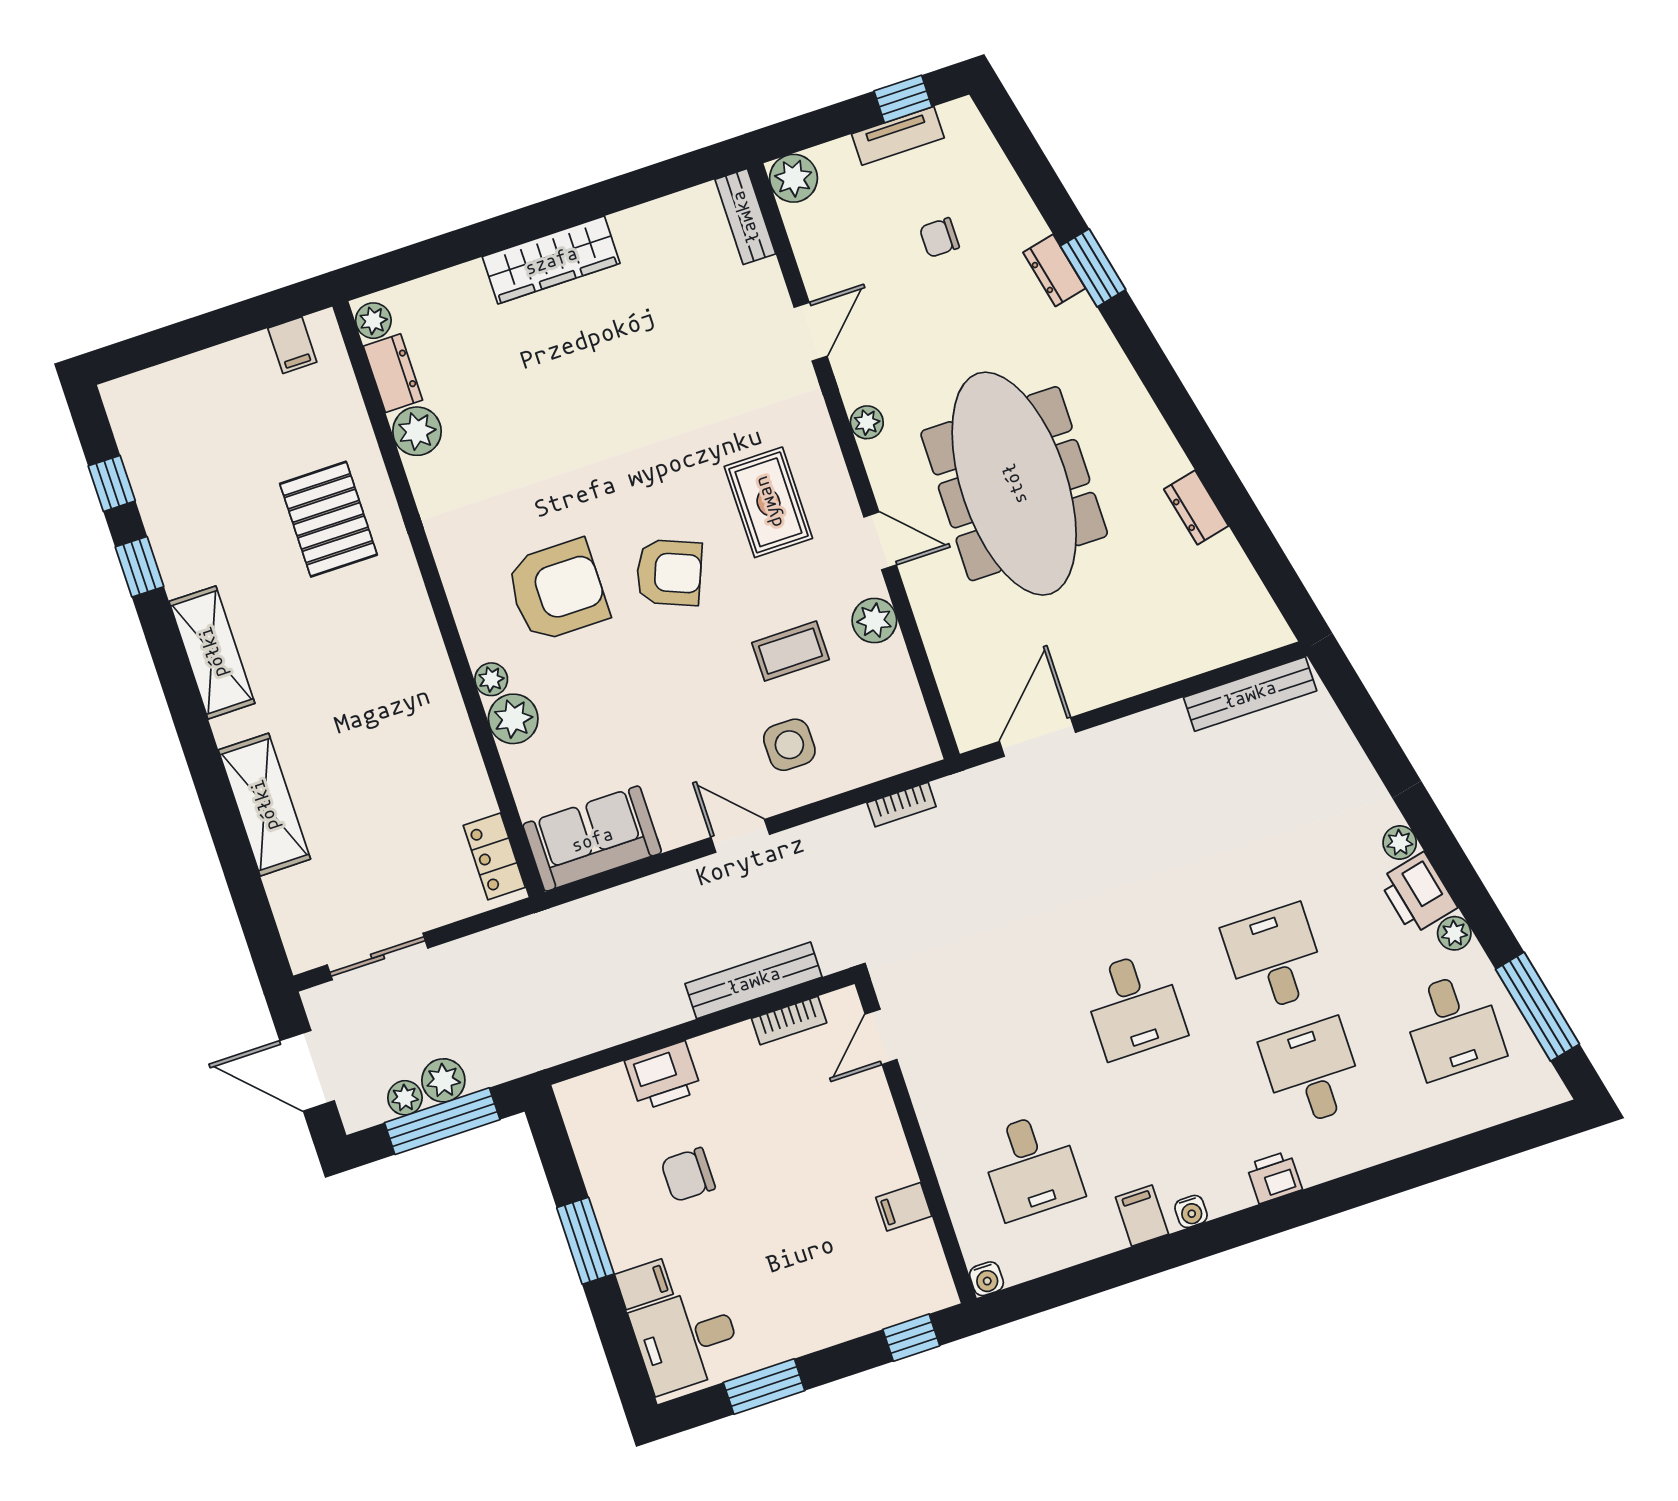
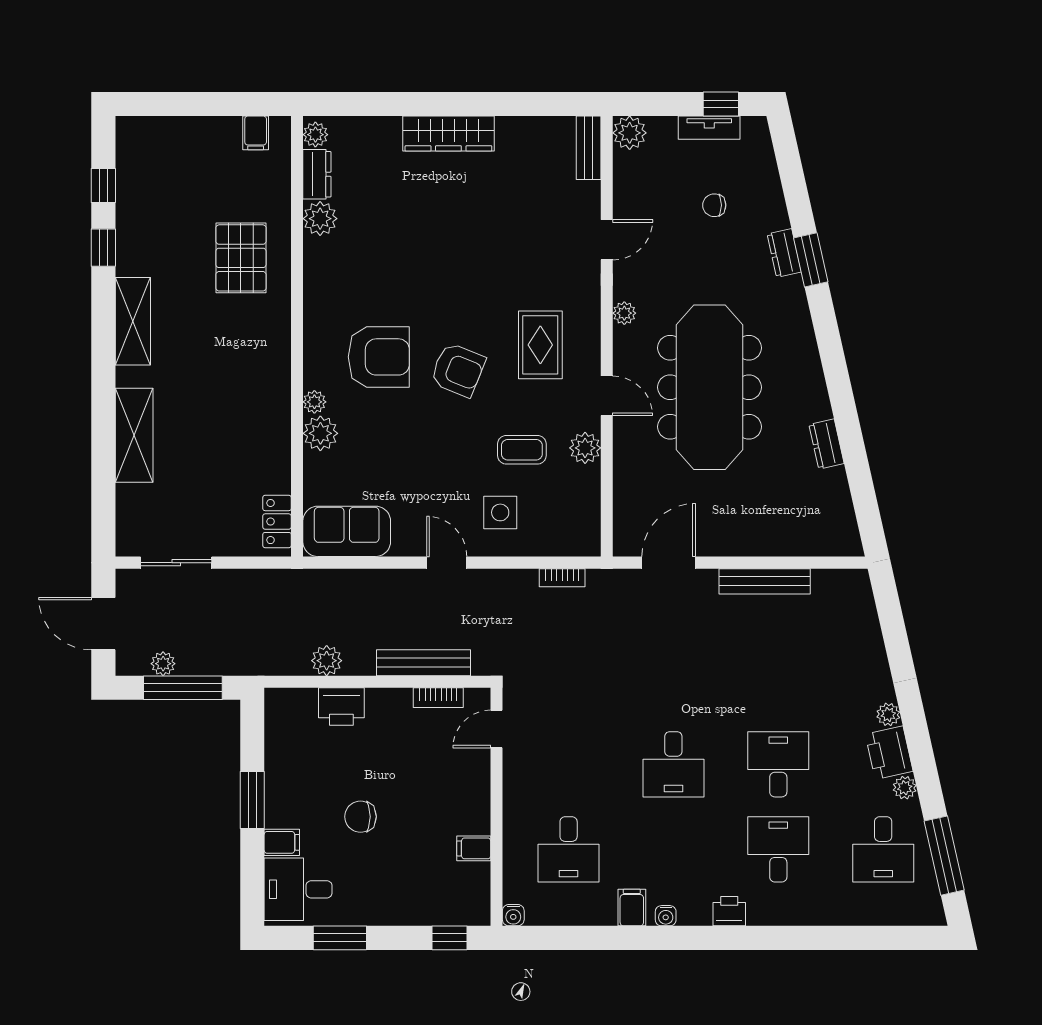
bench: (1250, 694) -> (765, 581), moved
plant: (443, 1080) -> (327, 661), moved
chair: (688, 1175) -> (360, 817), moved

